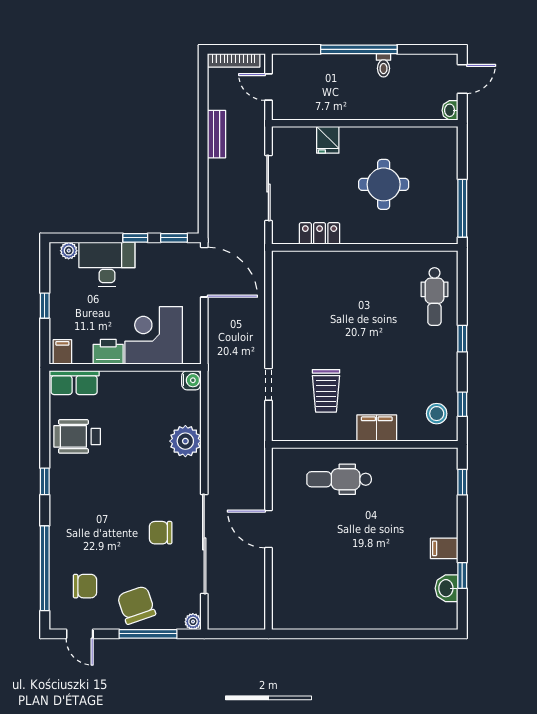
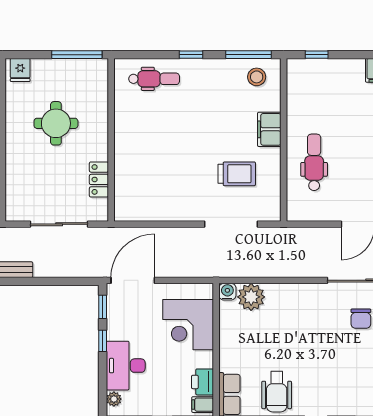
fridge: (328, 140) -> (20, 70), moved, turned 90
printer: (108, 352) -> (202, 382), moved
doorway: (268, 384) -> (231, 224), width x1.87
window: (462, 404) -> (248, 55), width x2.17
plant: (185, 441) -> (251, 297), moved
dental chair: (339, 479) -> (314, 162), turned 180

